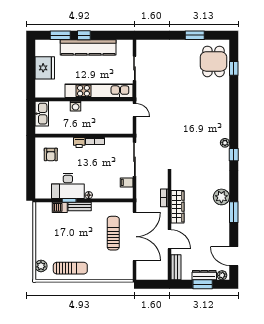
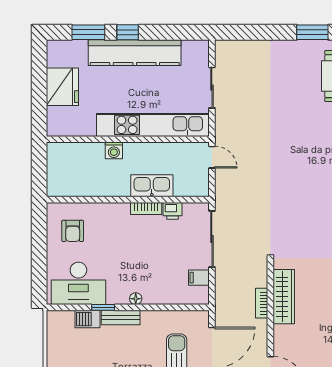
kitchen sink: (42, 114) -> (152, 186), moved, turned -90
printer: (79, 142) -> (173, 211), moved
desk: (68, 186) -> (78, 283), moved
wardrobe: (178, 207) -> (284, 297), moved

